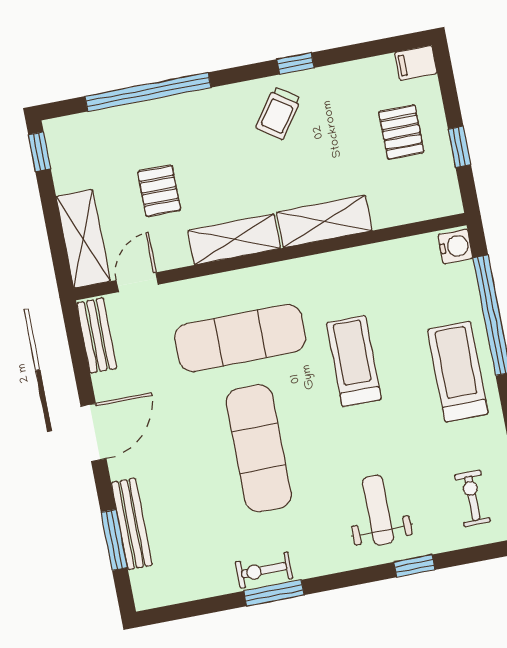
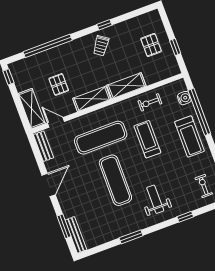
filing cabinet: (416, 63) -> (152, 16), removed
water cooler: (455, 246) -> (184, 98), moved
door: (137, 282) -> (56, 122), hinge flipped
treadmill: (458, 372) -> (190, 137), turned 180
weight bench: (378, 510) -> (155, 199), moved
bench: (132, 524) -> (76, 235), moved
exercise bike: (264, 570) -> (150, 102), moved

